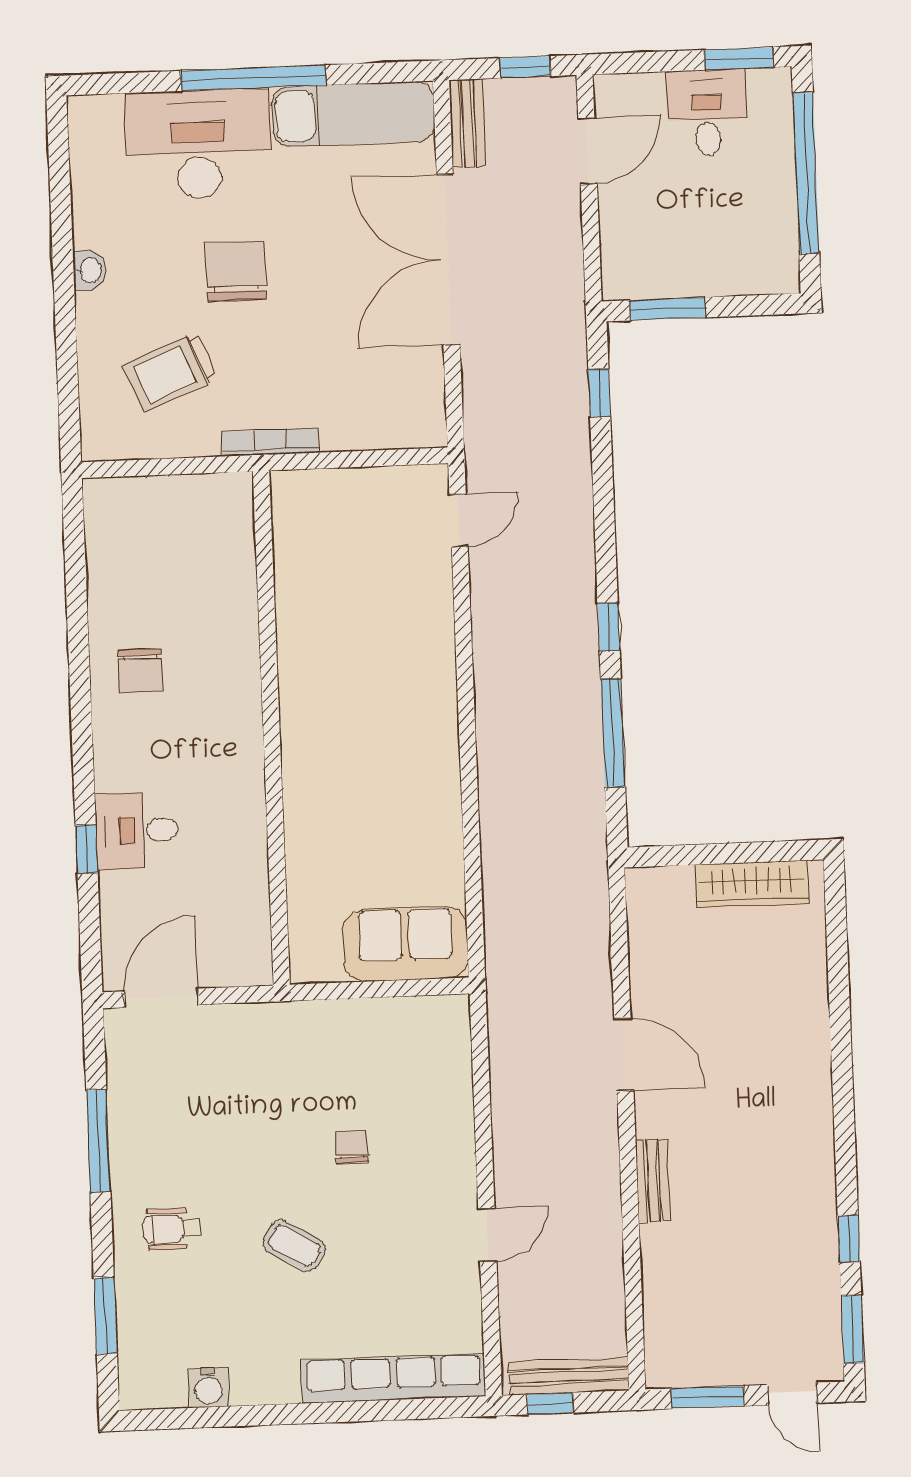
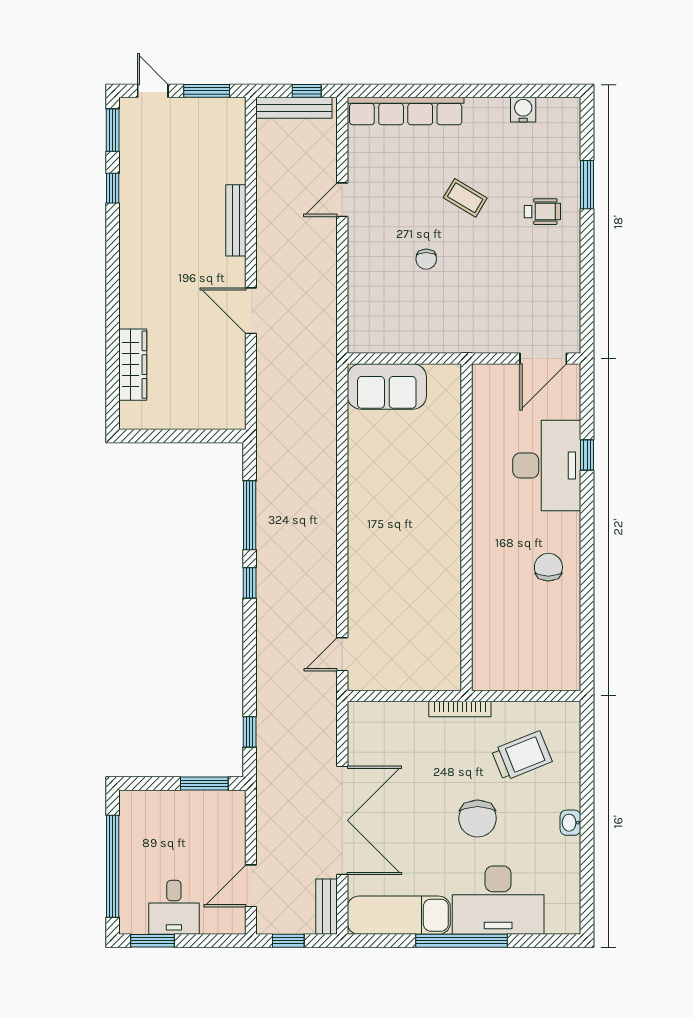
desk: (137, 831) -> (547, 466), width x1.87, depth x1.30
wardrobe: (751, 884) -> (133, 365), moved, turned 90
window: (98, 1141) -> (587, 269), removed
bench: (653, 1181) -> (236, 220), width x1.36
window: (105, 1316) -> (587, 185), moved

